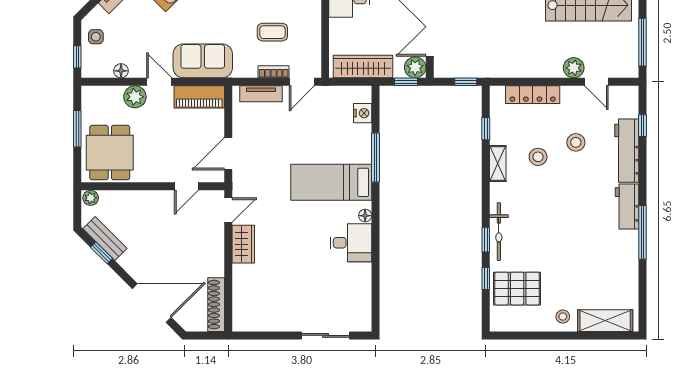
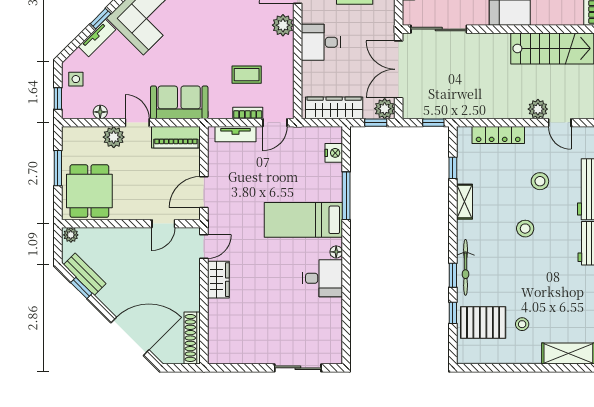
stool: (538, 157) -> (525, 229), moved
stool: (563, 317) -> (522, 324), moved

